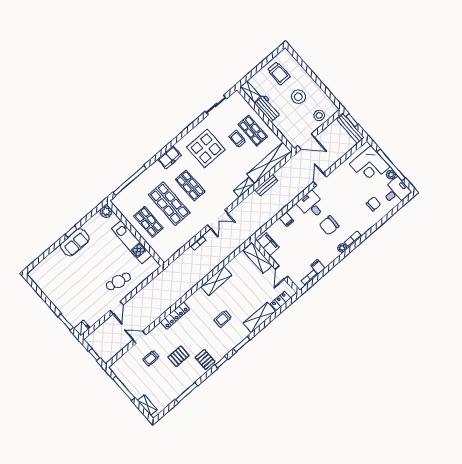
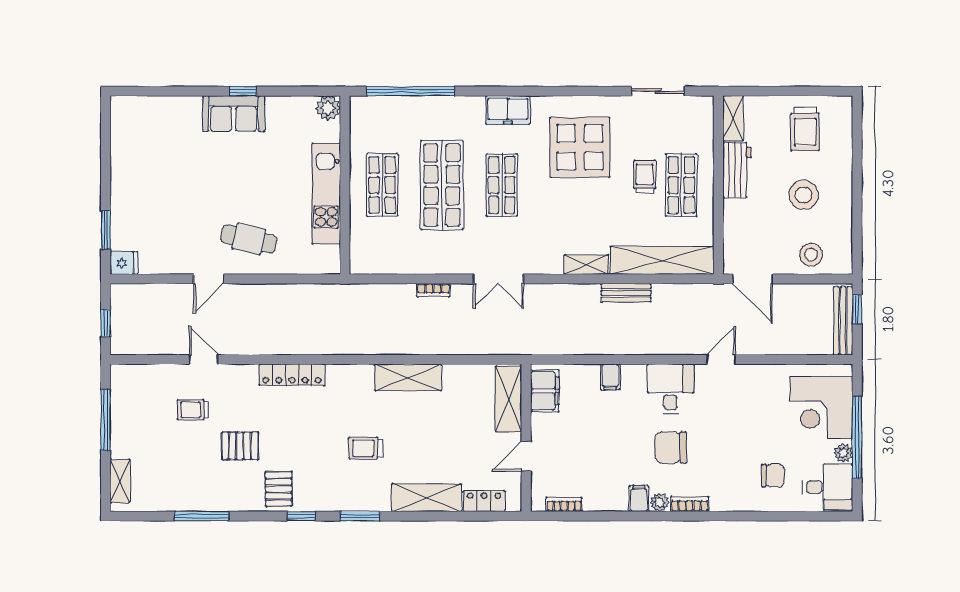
filing cabinet: (318, 267) -> (639, 499), moved

